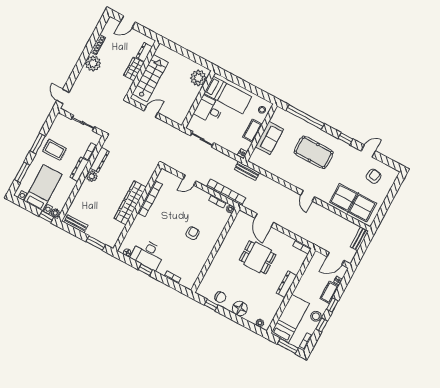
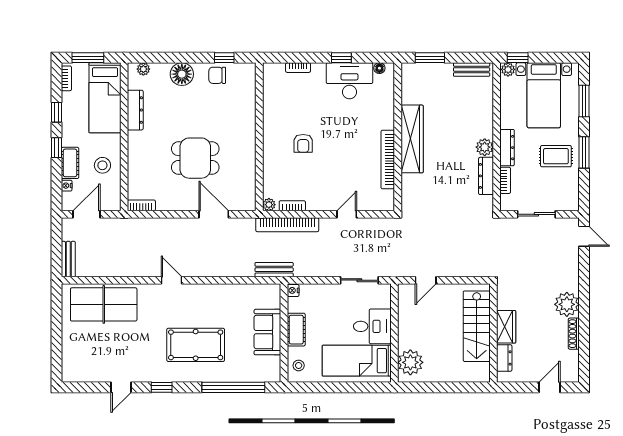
door: (151, 112) -> (426, 280), moved
armchair: (374, 176) -> (95, 356), removed
dresser: (287, 284) -> (135, 110), moved
stool: (316, 316) -> (102, 165), moved

